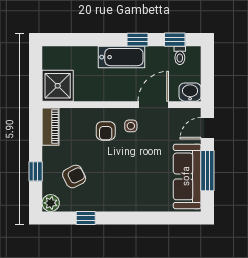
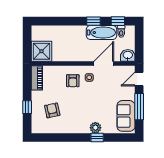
bathtub: (122, 57) -> (102, 33), moved
armchair: (74, 176) -> (52, 110), turned -75
sofa: (187, 176) -> (126, 116), width x0.73
plant: (51, 203) -> (95, 128), moved
window: (86, 218) -> (97, 137), moved

